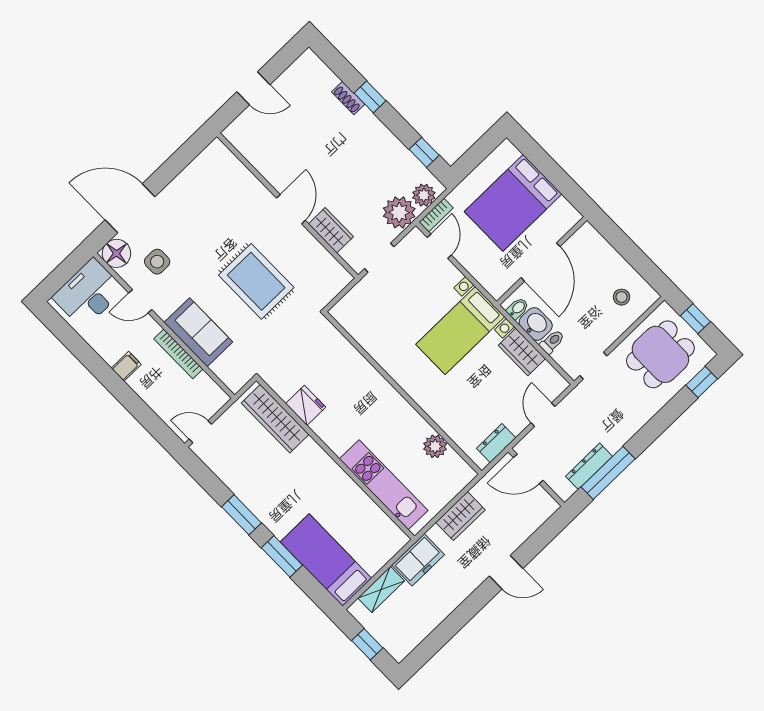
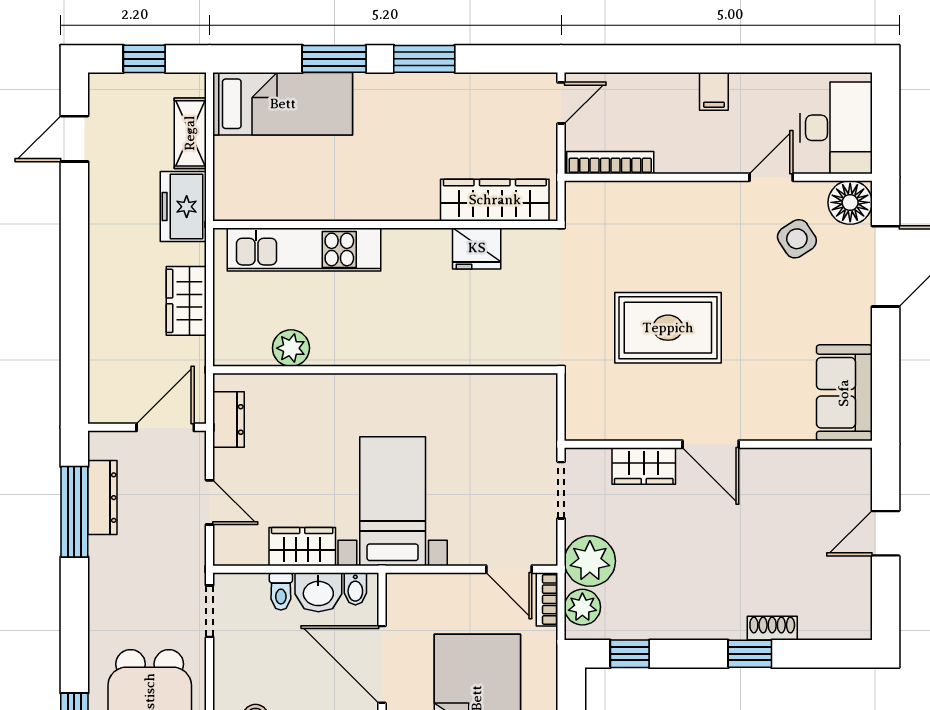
side table: (157, 262) -> (797, 239), turned -33
sofa: (198, 332) -> (844, 393), moved, turned 90
bookcase: (178, 354) -> (610, 163), moved
door: (506, 572) -> (74, 139), moved

